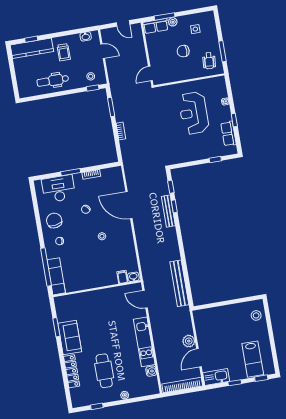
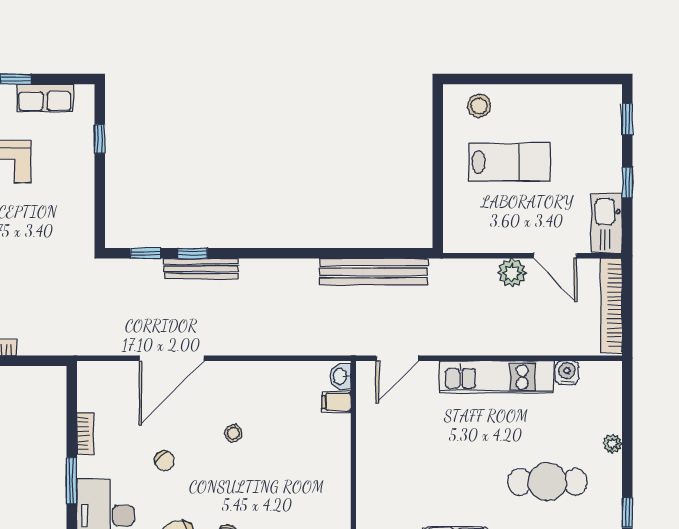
lab bench: (253, 359) -> (509, 162), moved

